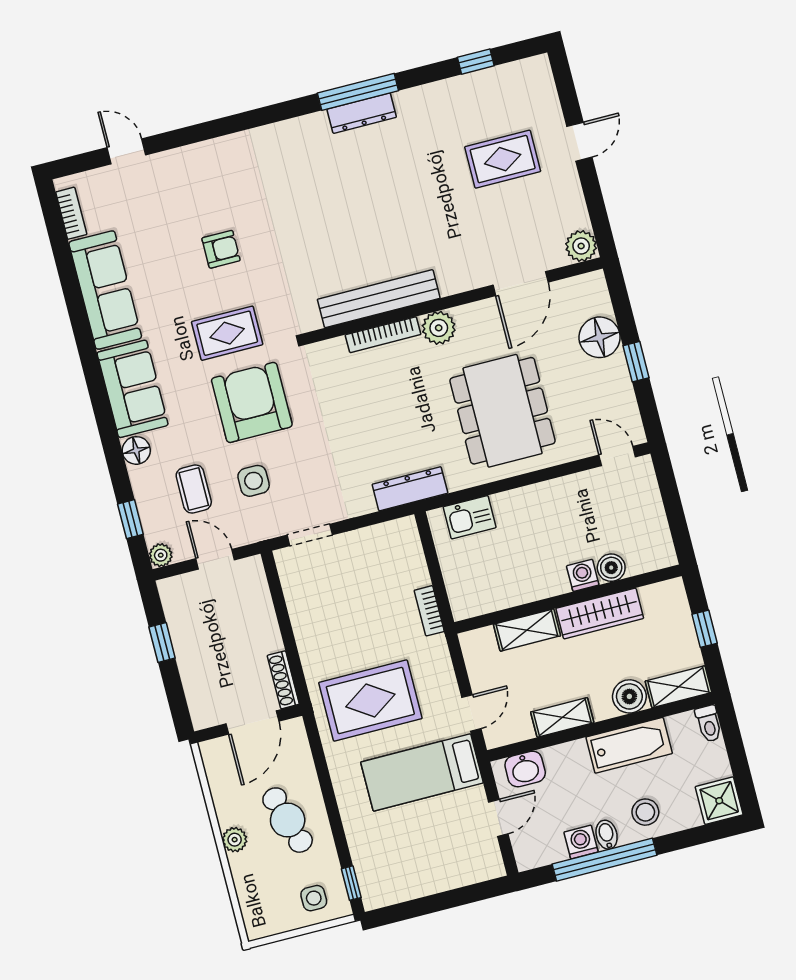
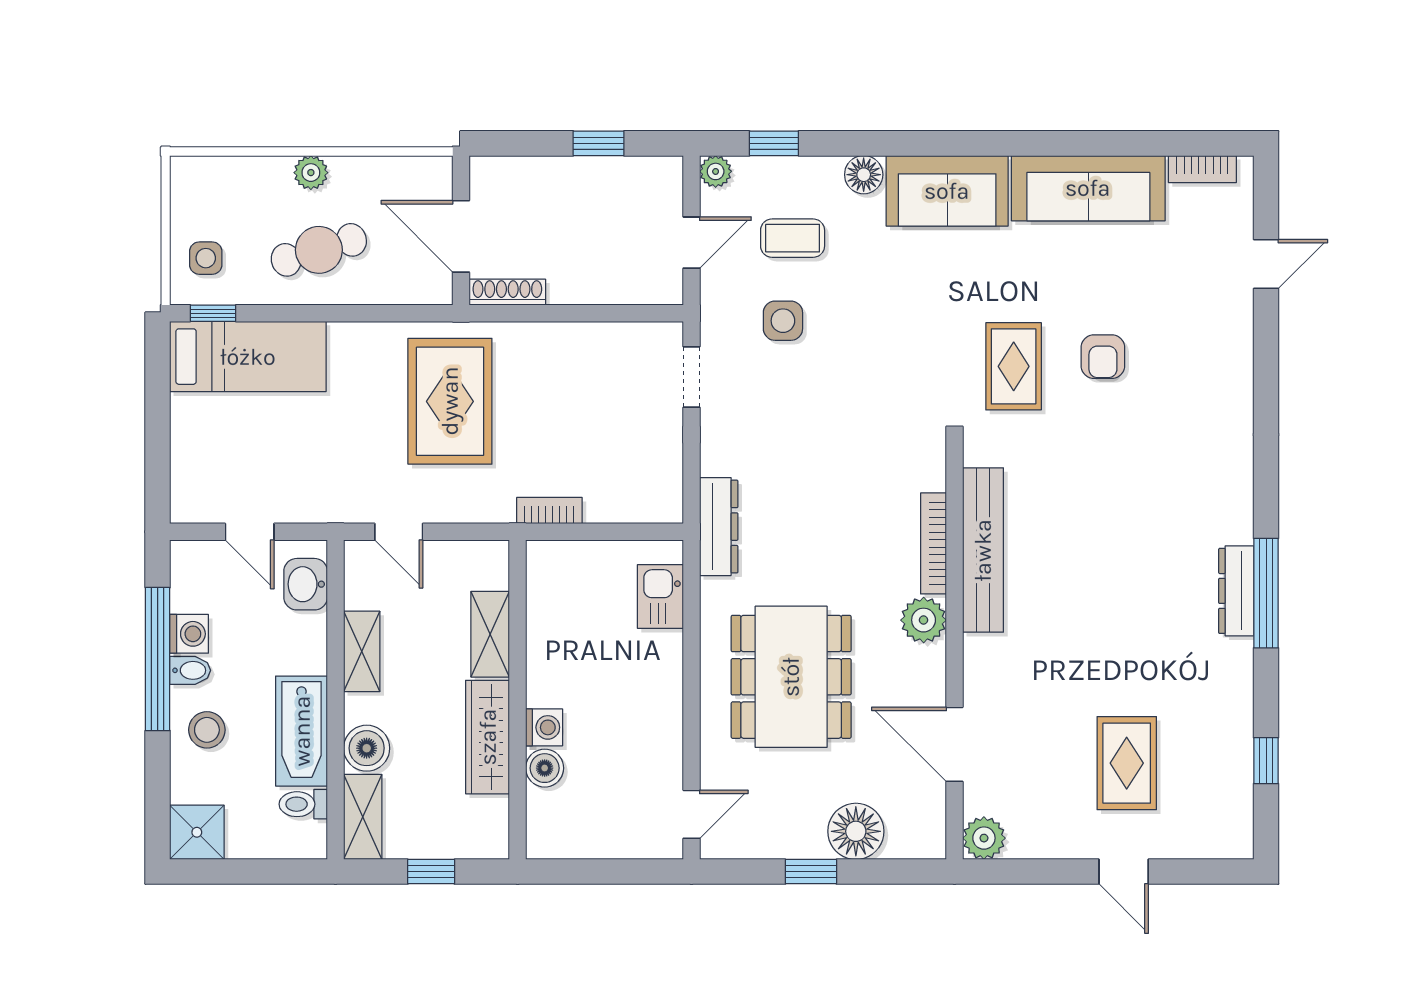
rug: (227, 333) -> (1014, 366), moved
armchair: (252, 402) -> (888, 345), removed
dining table: (503, 411) -> (791, 677), turned 90
toilet: (709, 724) -> (303, 804), moved
bed: (422, 772) -> (248, 357), moved, turned 90

